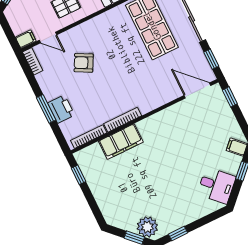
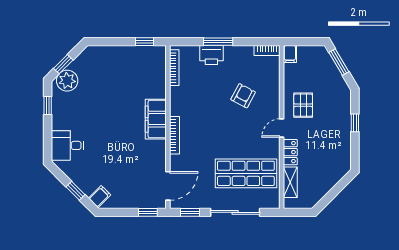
door: (48, 37) -> (282, 128), moved
bookcase: (123, 120) -> (175, 135), moved
filing cabinet: (121, 142) -> (156, 119), moved
desk: (216, 185) -> (67, 145), moved, turned 45

